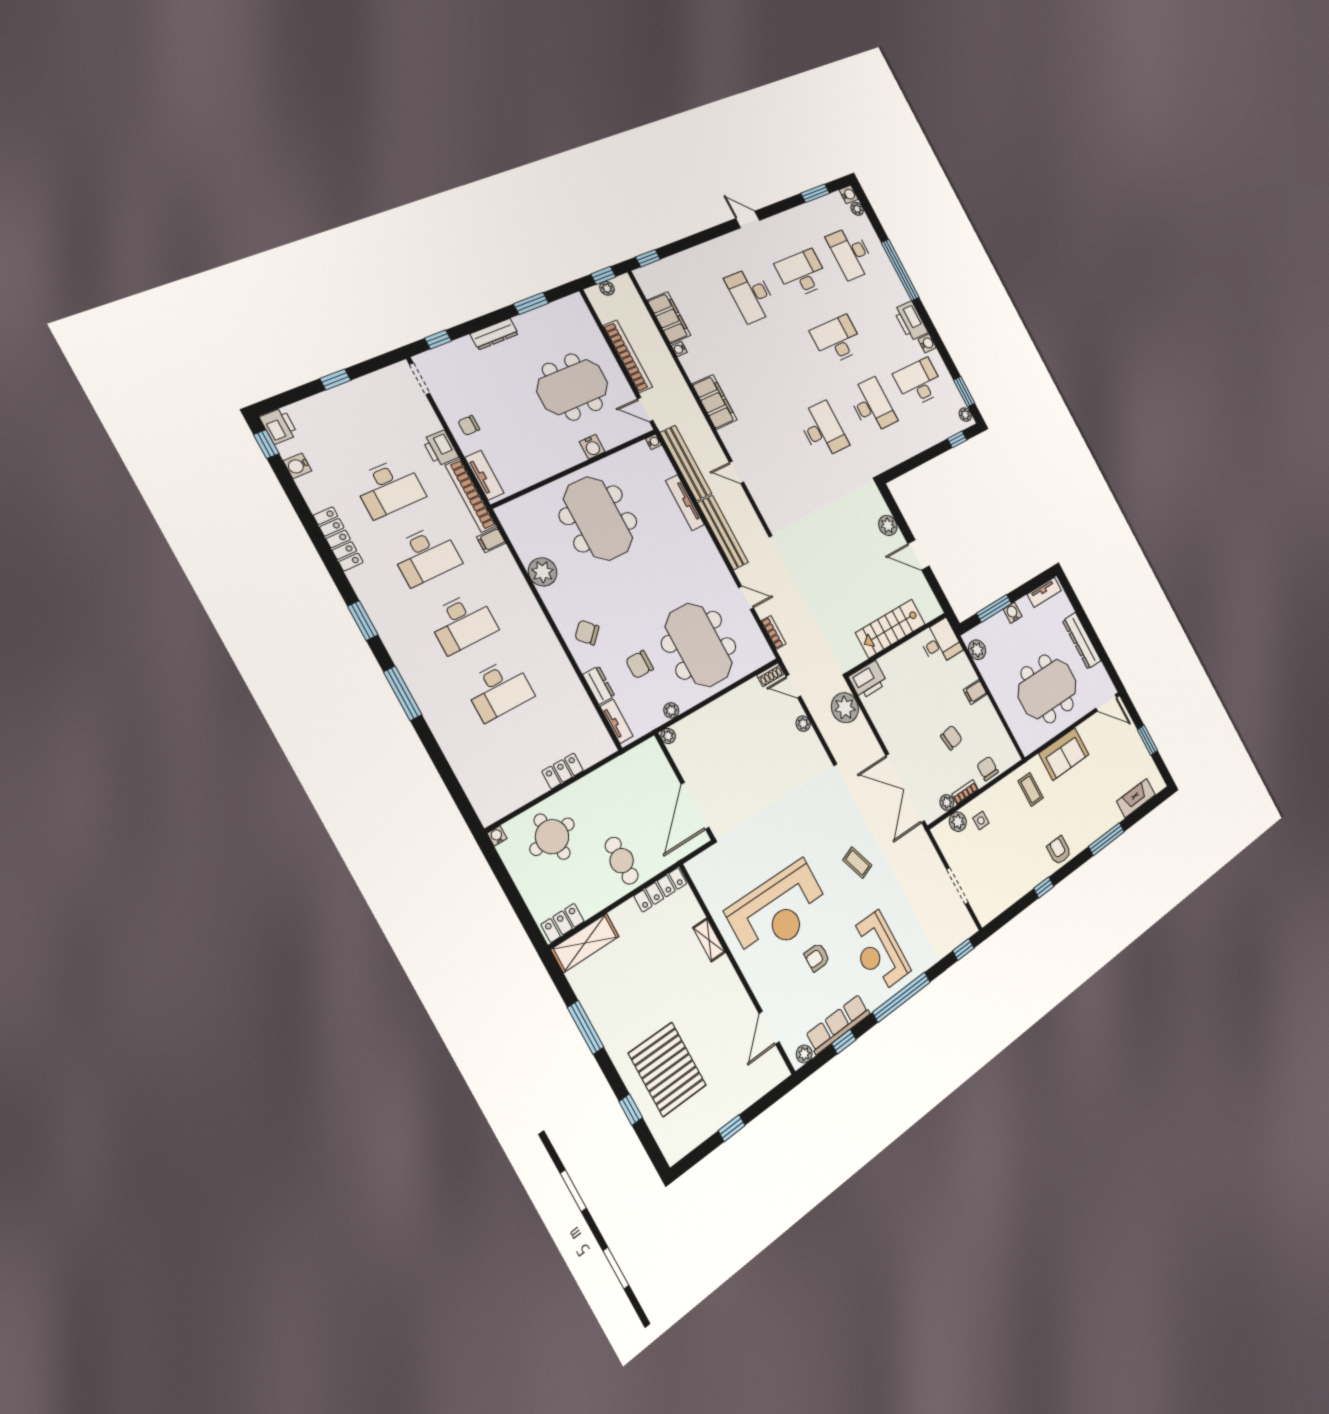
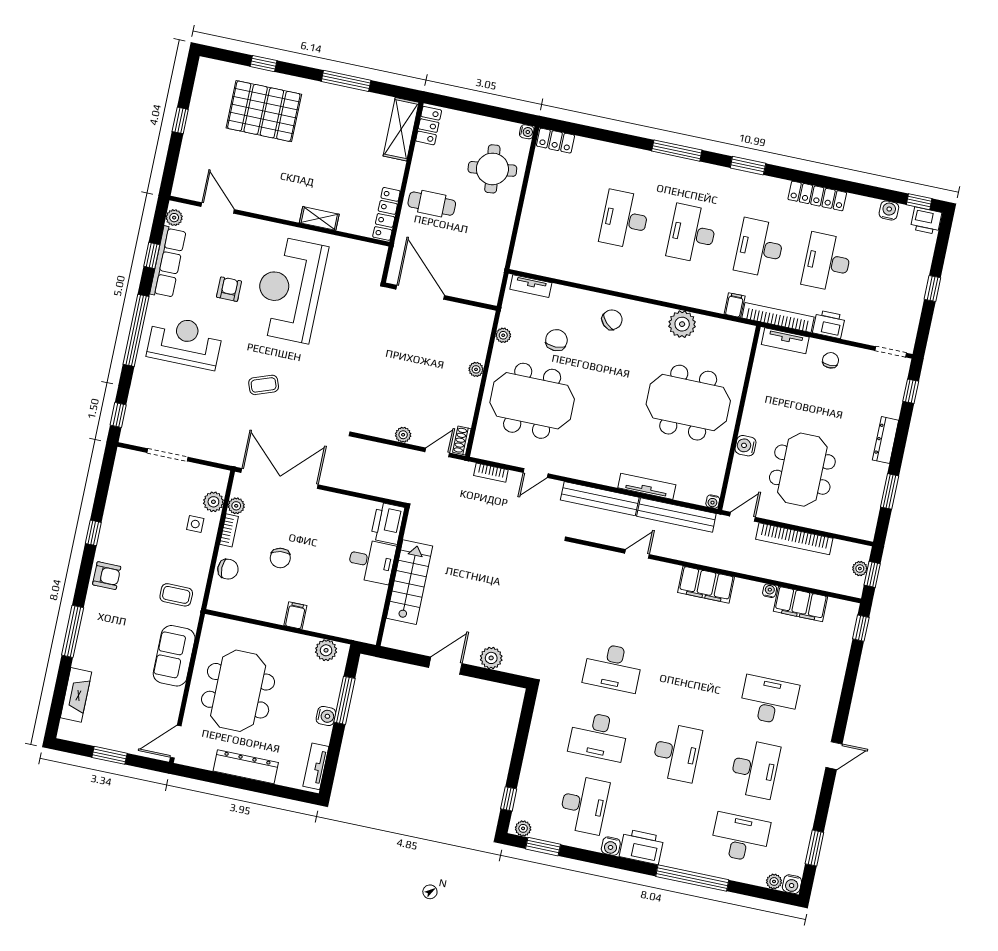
desk: (940, 642) -> (372, 561), moved, turned -90
dresser: (599, 685) -> (567, 295), removed
plant: (845, 708) -> (384, 482), removed
plant: (668, 736) -> (476, 369), moved
locker: (563, 771) -> (556, 141), moved, turned 90

